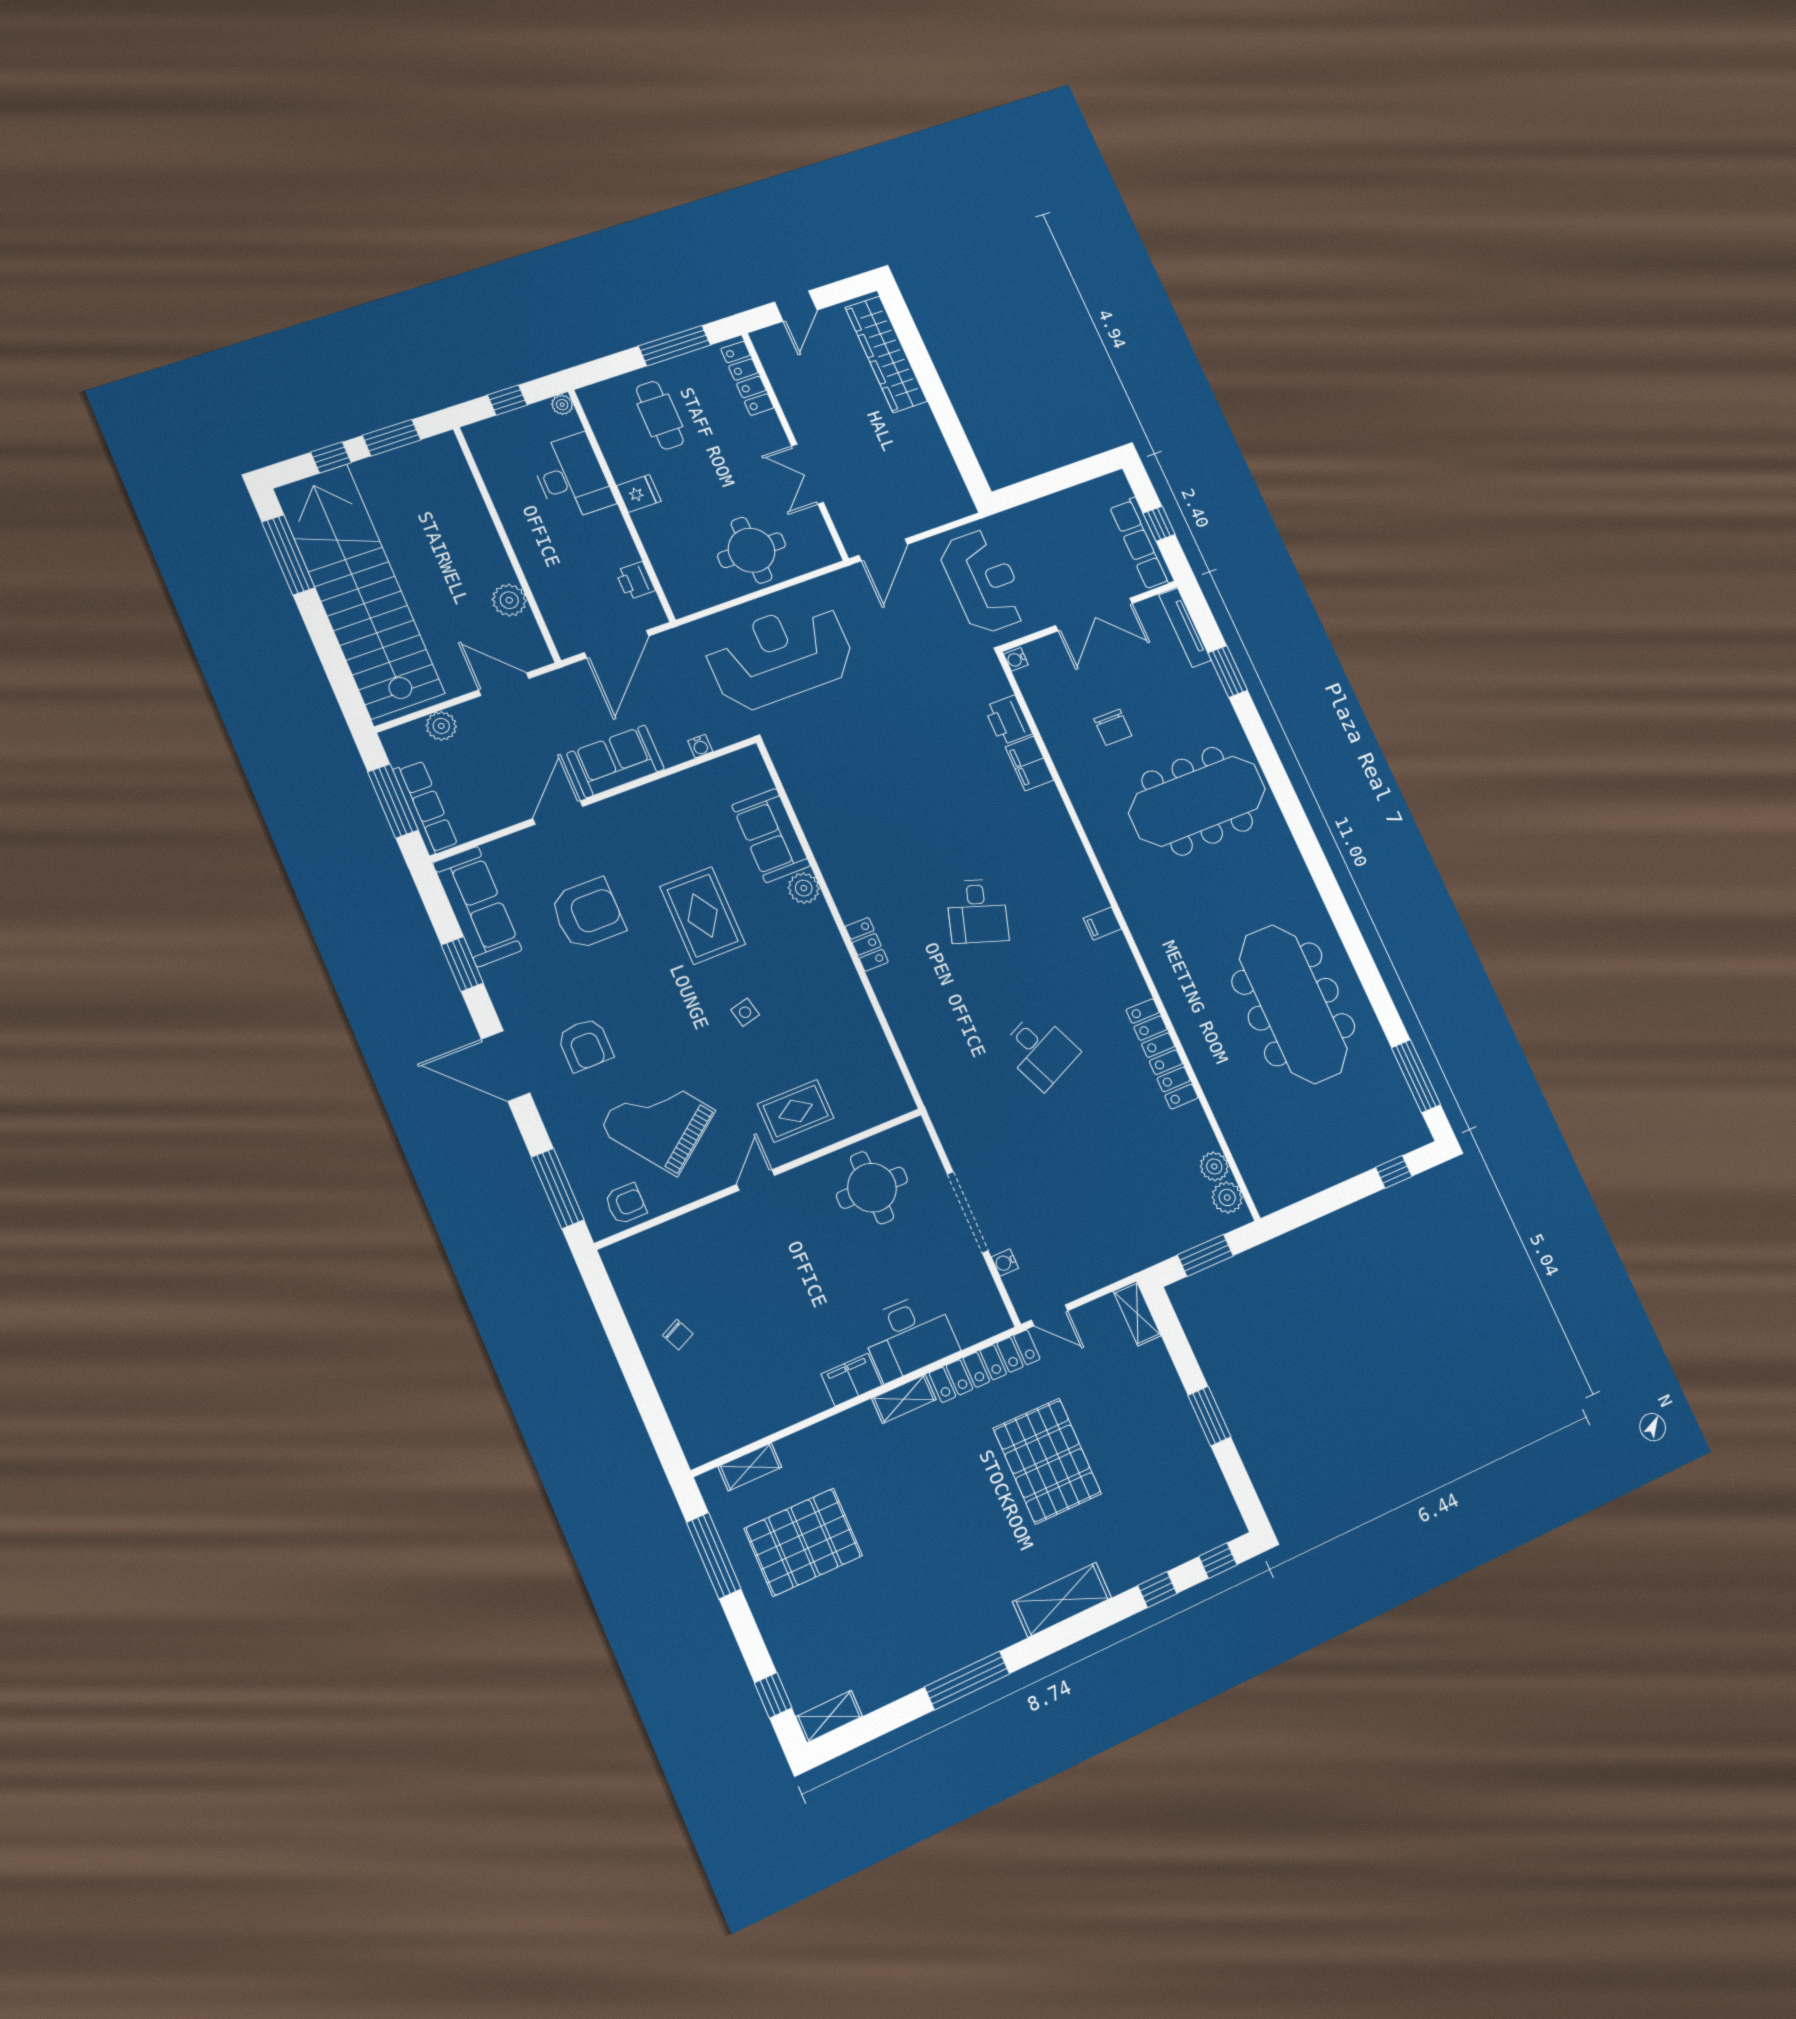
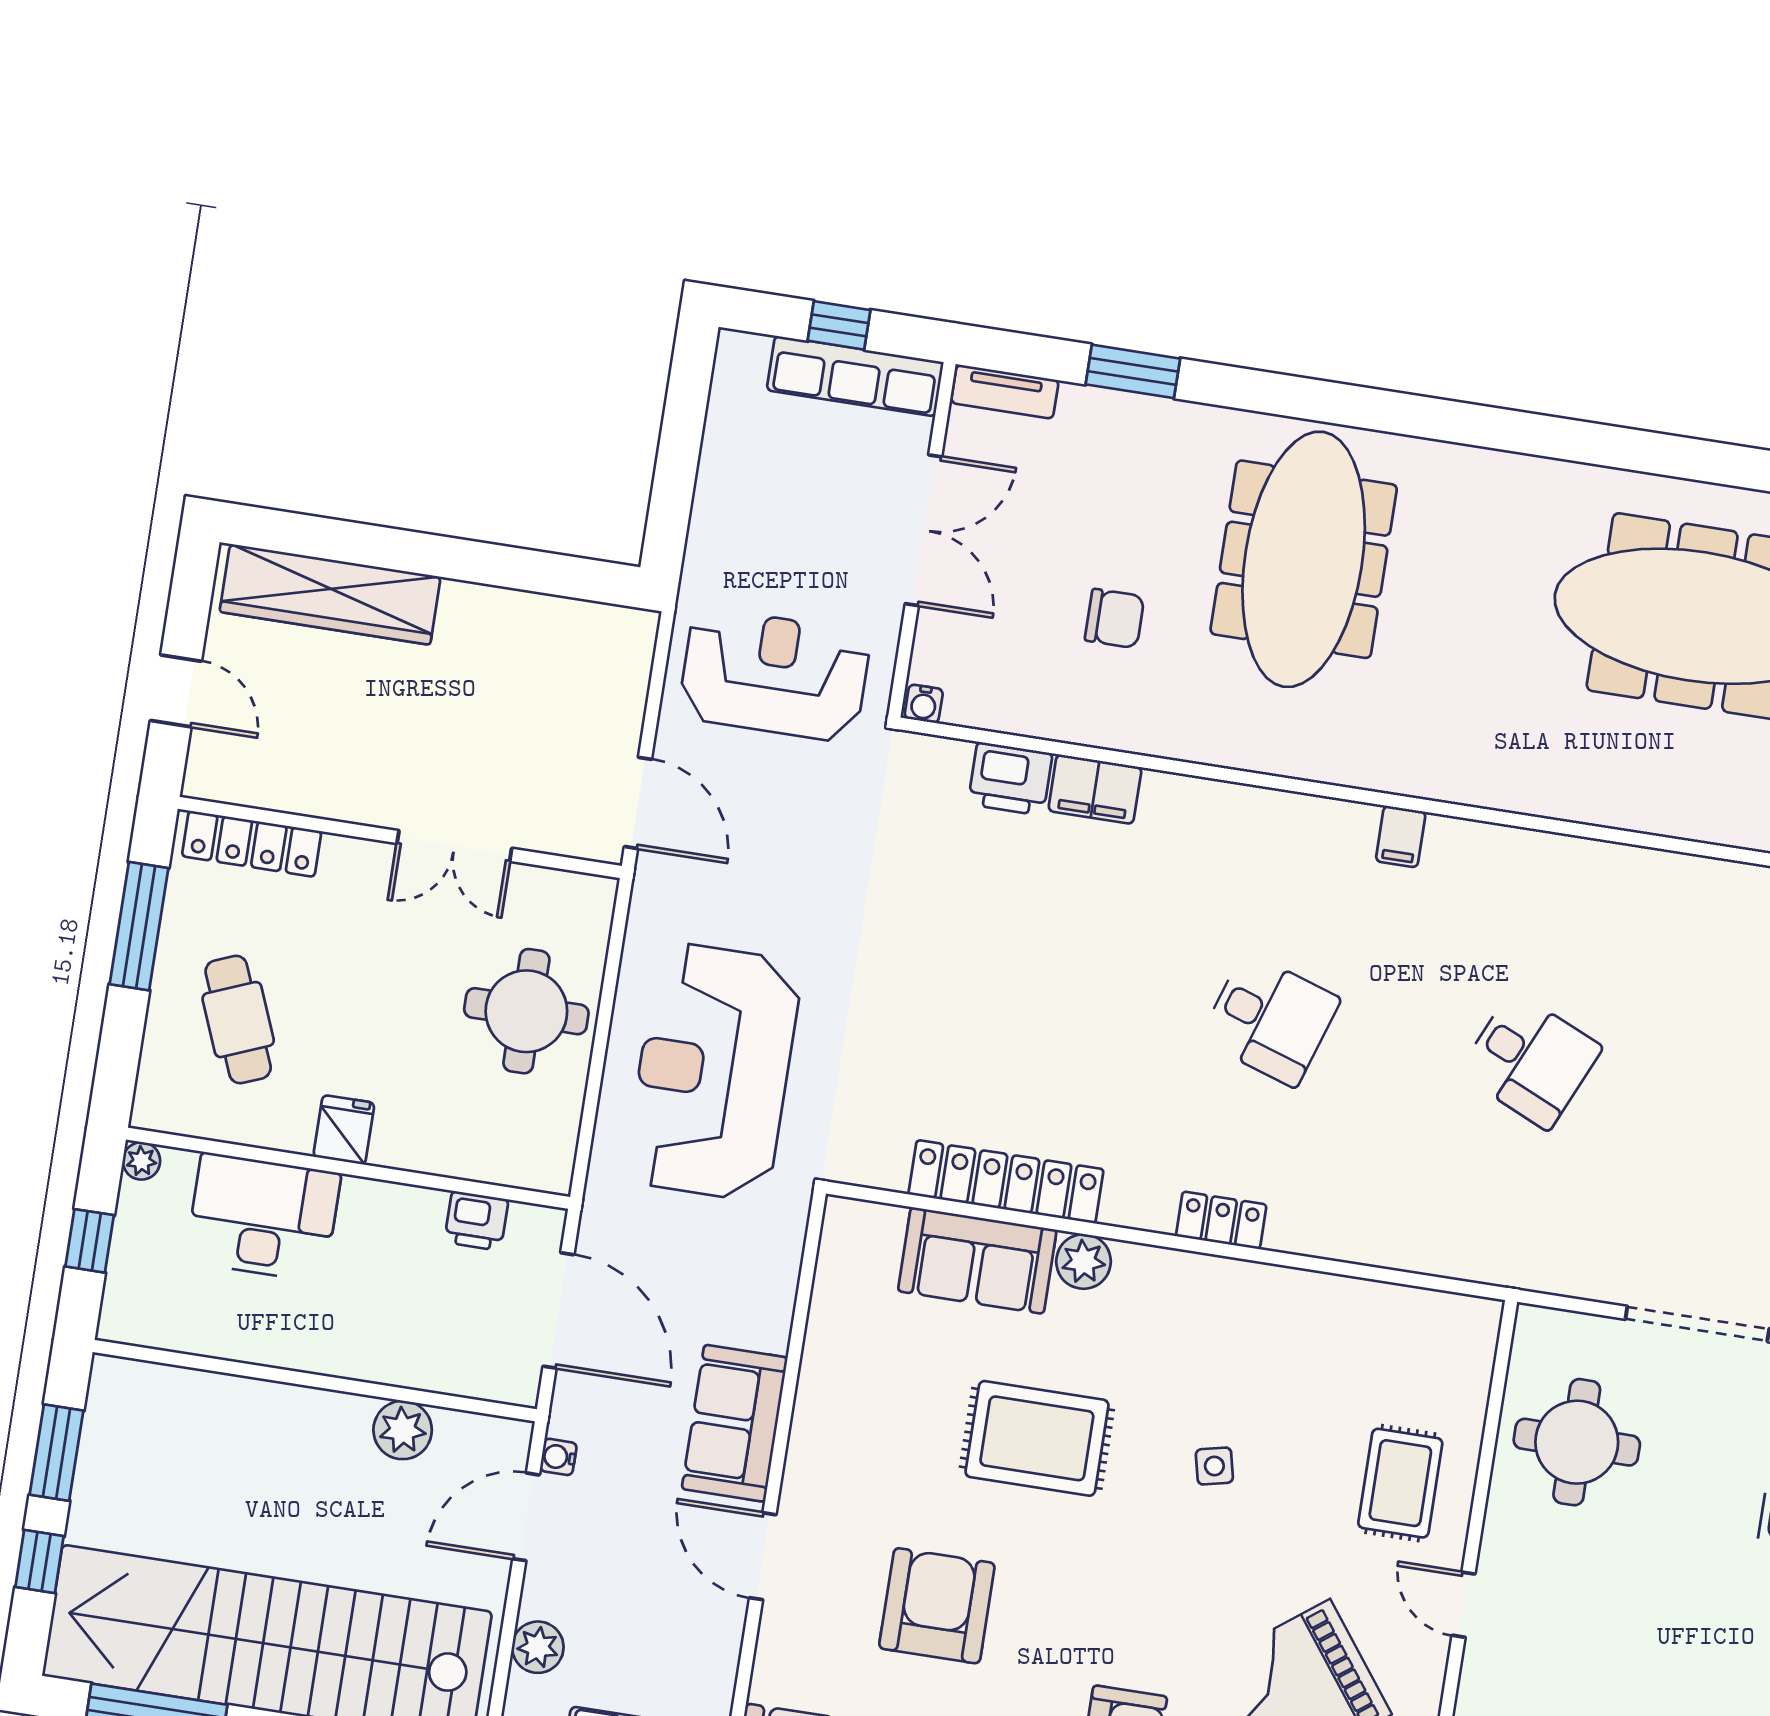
cafe table: (660, 415) -> (238, 1020), turned 68
tv unit: (1185, 628) -> (1005, 392), width x0.71
water cooler: (700, 746) -> (558, 1457), moved, turned 180
desk: (1040, 1050) -> (1530, 1060), turned 48
locker: (1162, 1054) -> (1006, 1182), moved, turned 180

